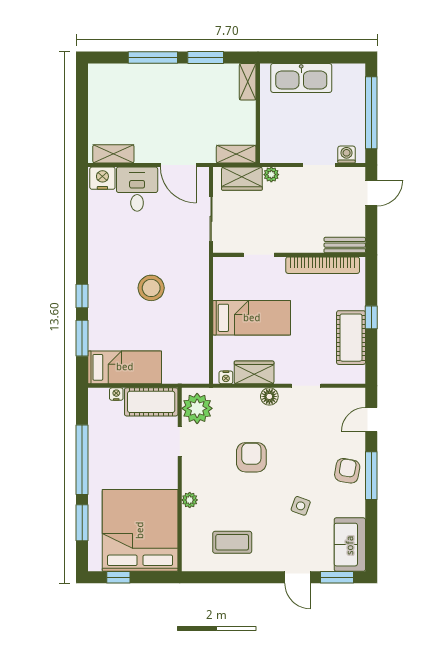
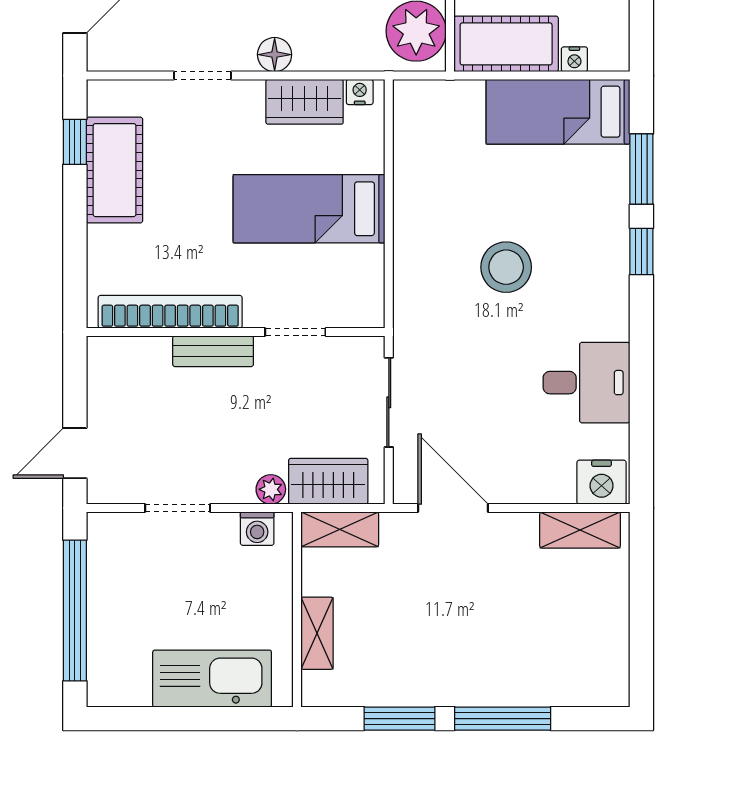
shelving: (248, 82) -> (317, 633), moved
washing machine: (347, 155) -> (257, 529), moved
desk: (137, 189) -> (587, 383), moved, turned -90
bench: (345, 245) -> (213, 351), moved
window: (371, 317) -> (75, 142), moved

